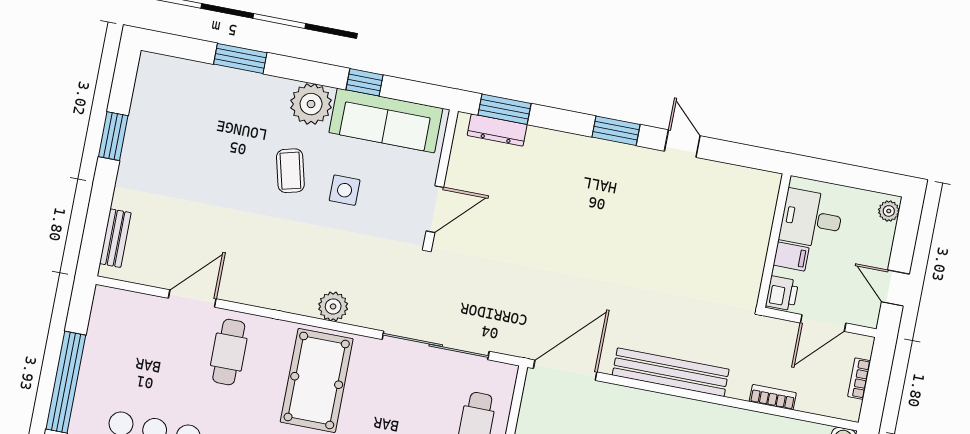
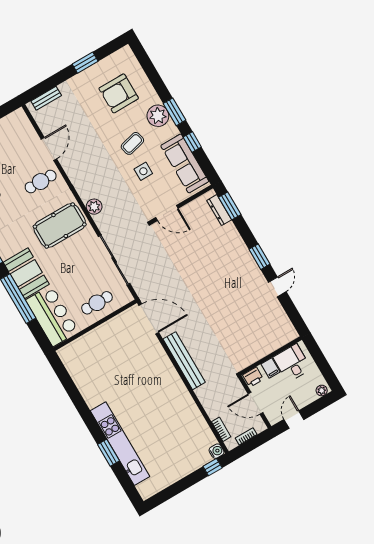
window: (240, 58) -> (175, 112), moved
plant: (311, 104) -> (158, 116), moved
armchair: (200, 127) -> (119, 93), added
door: (192, 298) -> (49, 149), hinge flipped
bookcase: (773, 397) -> (221, 429), moved

